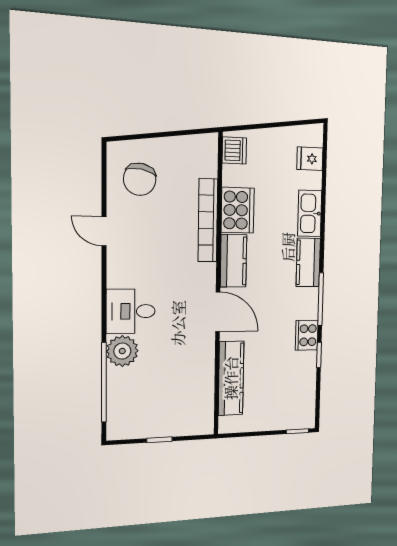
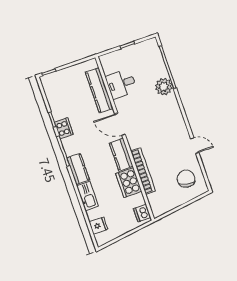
desk: (131, 311) -> (121, 84), moved, turned 180

